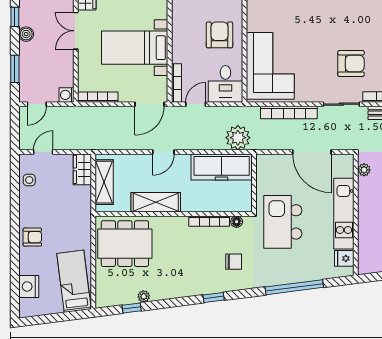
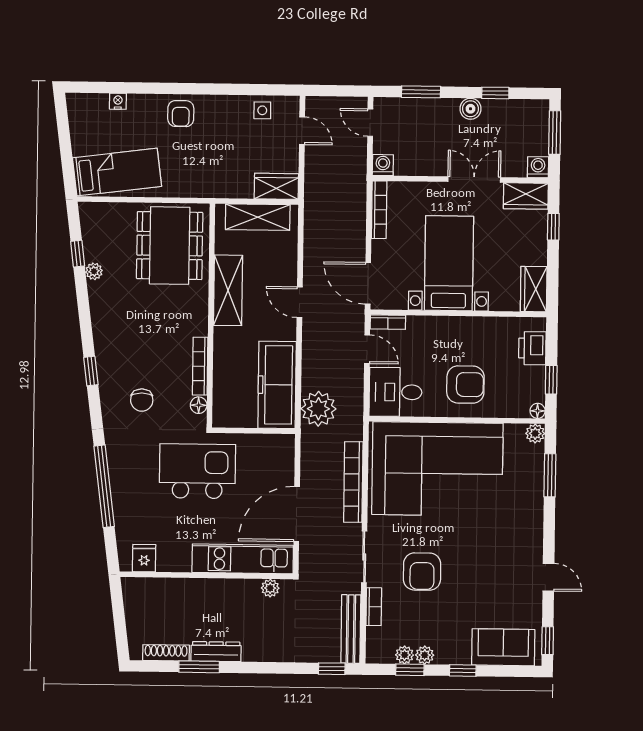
corner sofa: (270, 66) -> (437, 469), width x1.36, depth x1.36
bookcase: (177, 83) -> (388, 322), width x0.64
kitchen unit: (344, 214) -> (243, 559), moved
nightstand: (29, 286) -> (118, 101), width x0.53, depth x0.56

